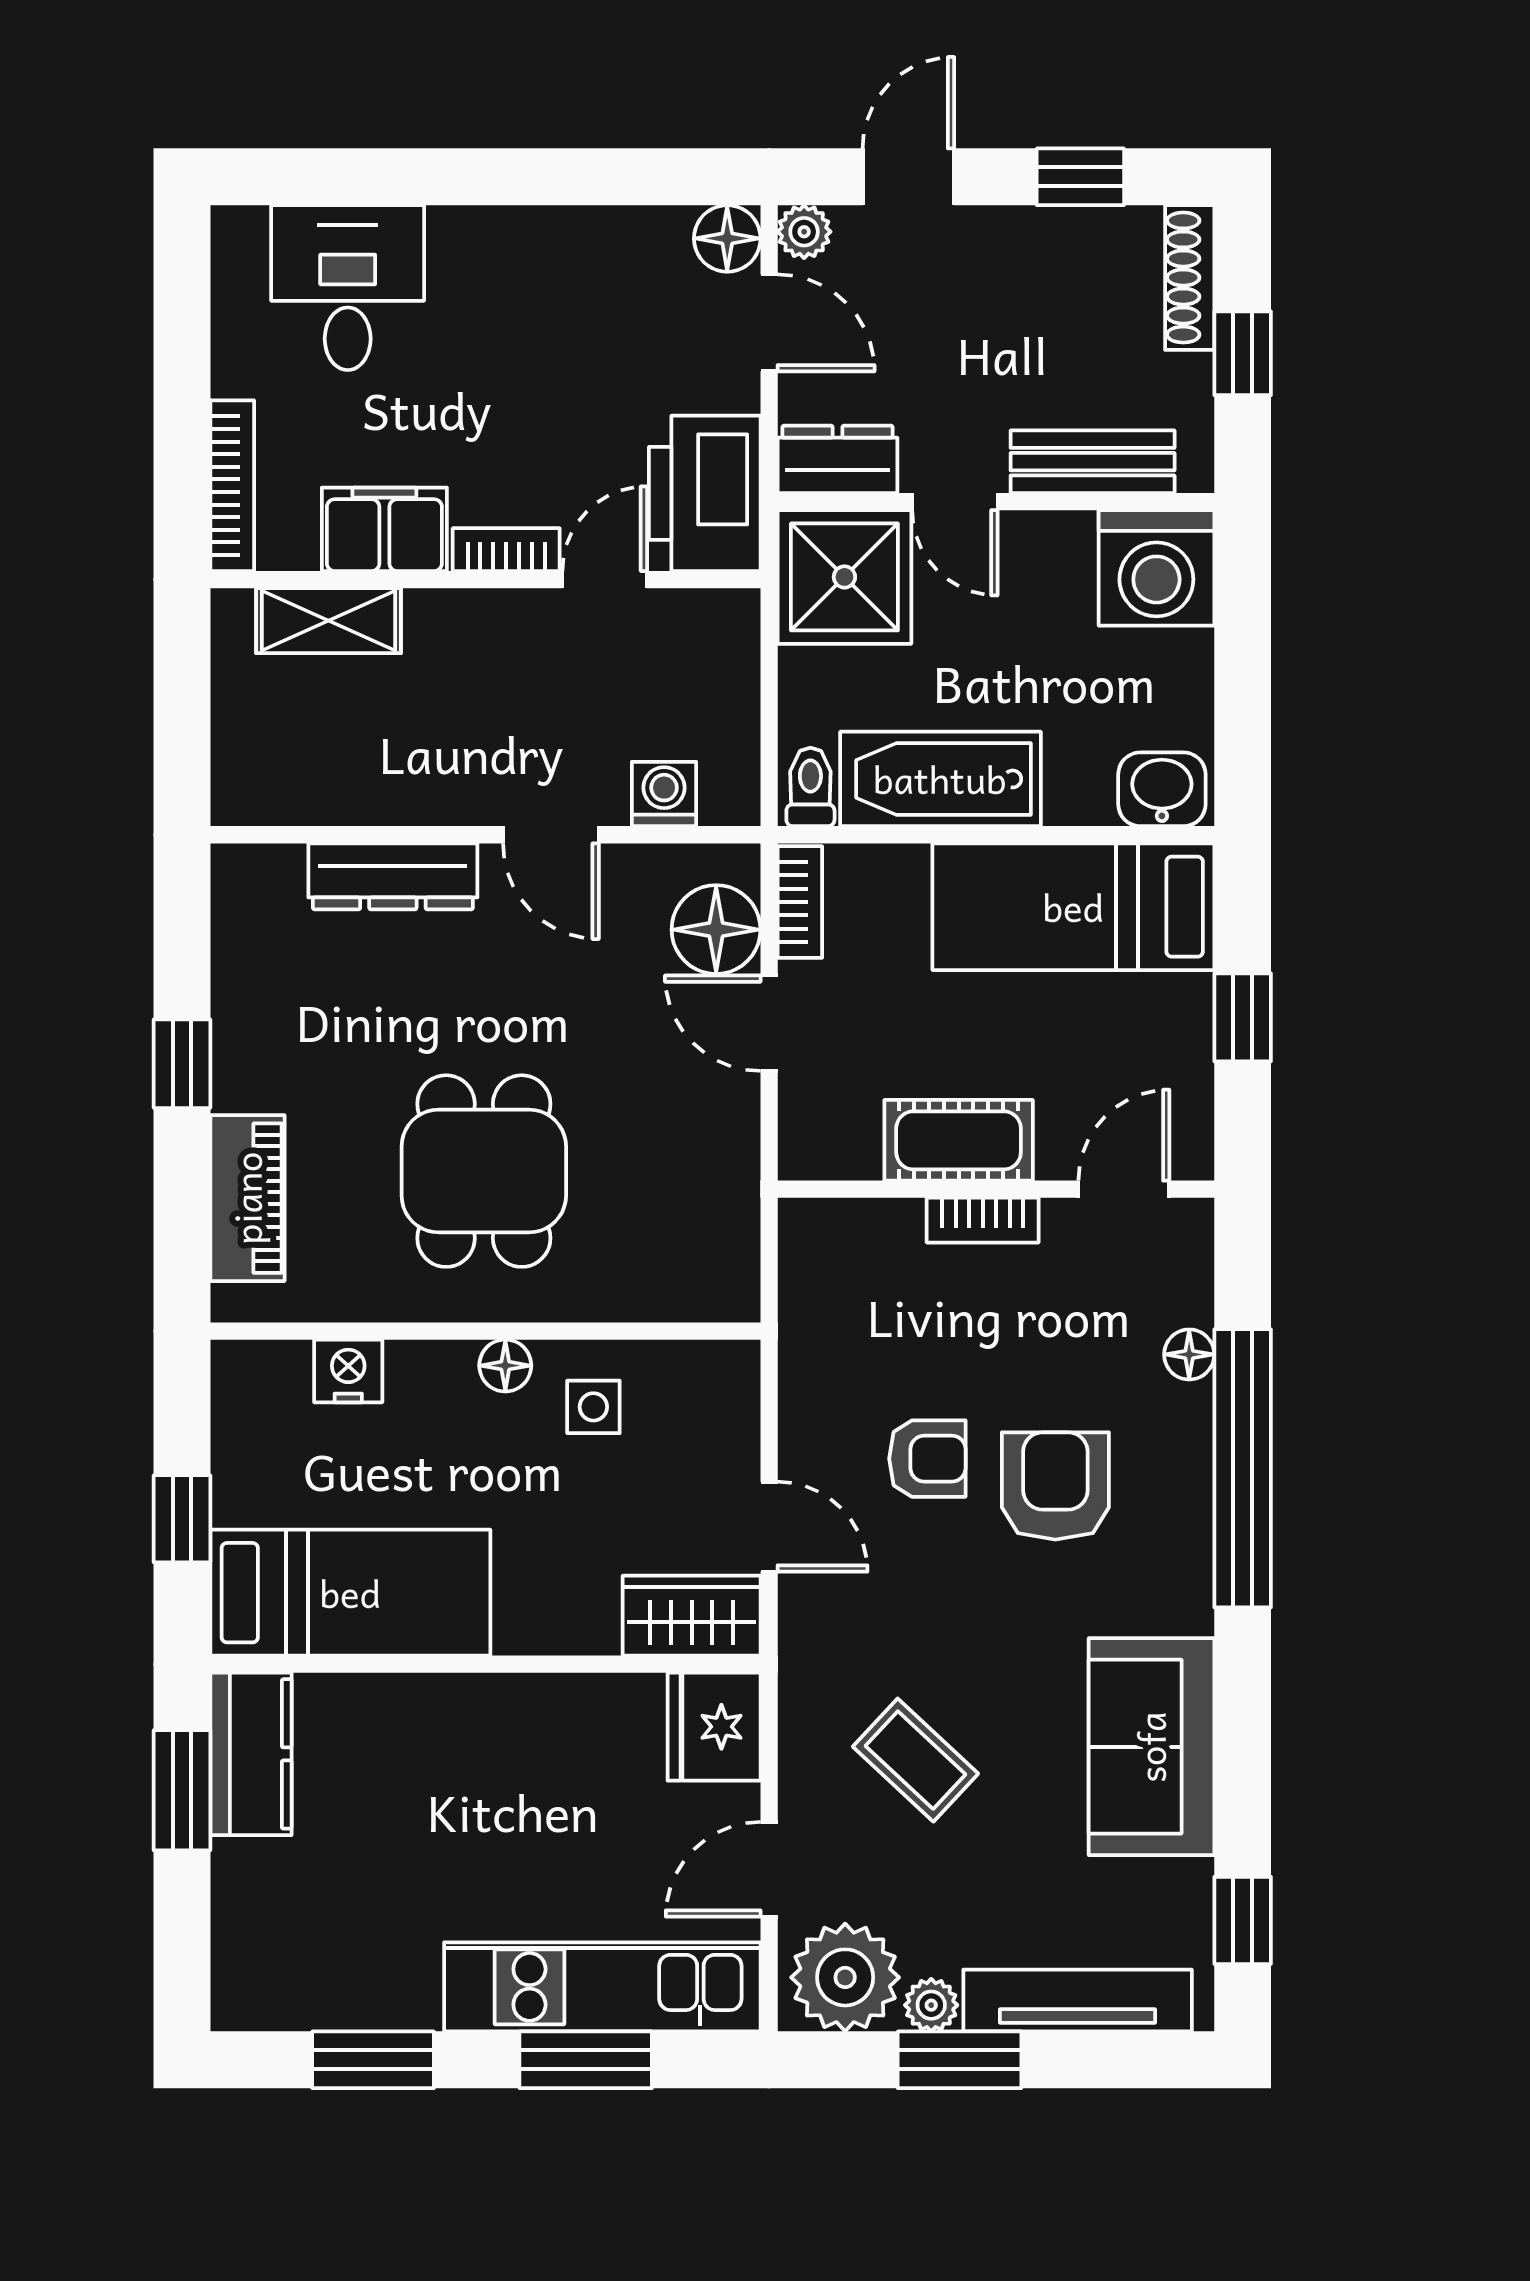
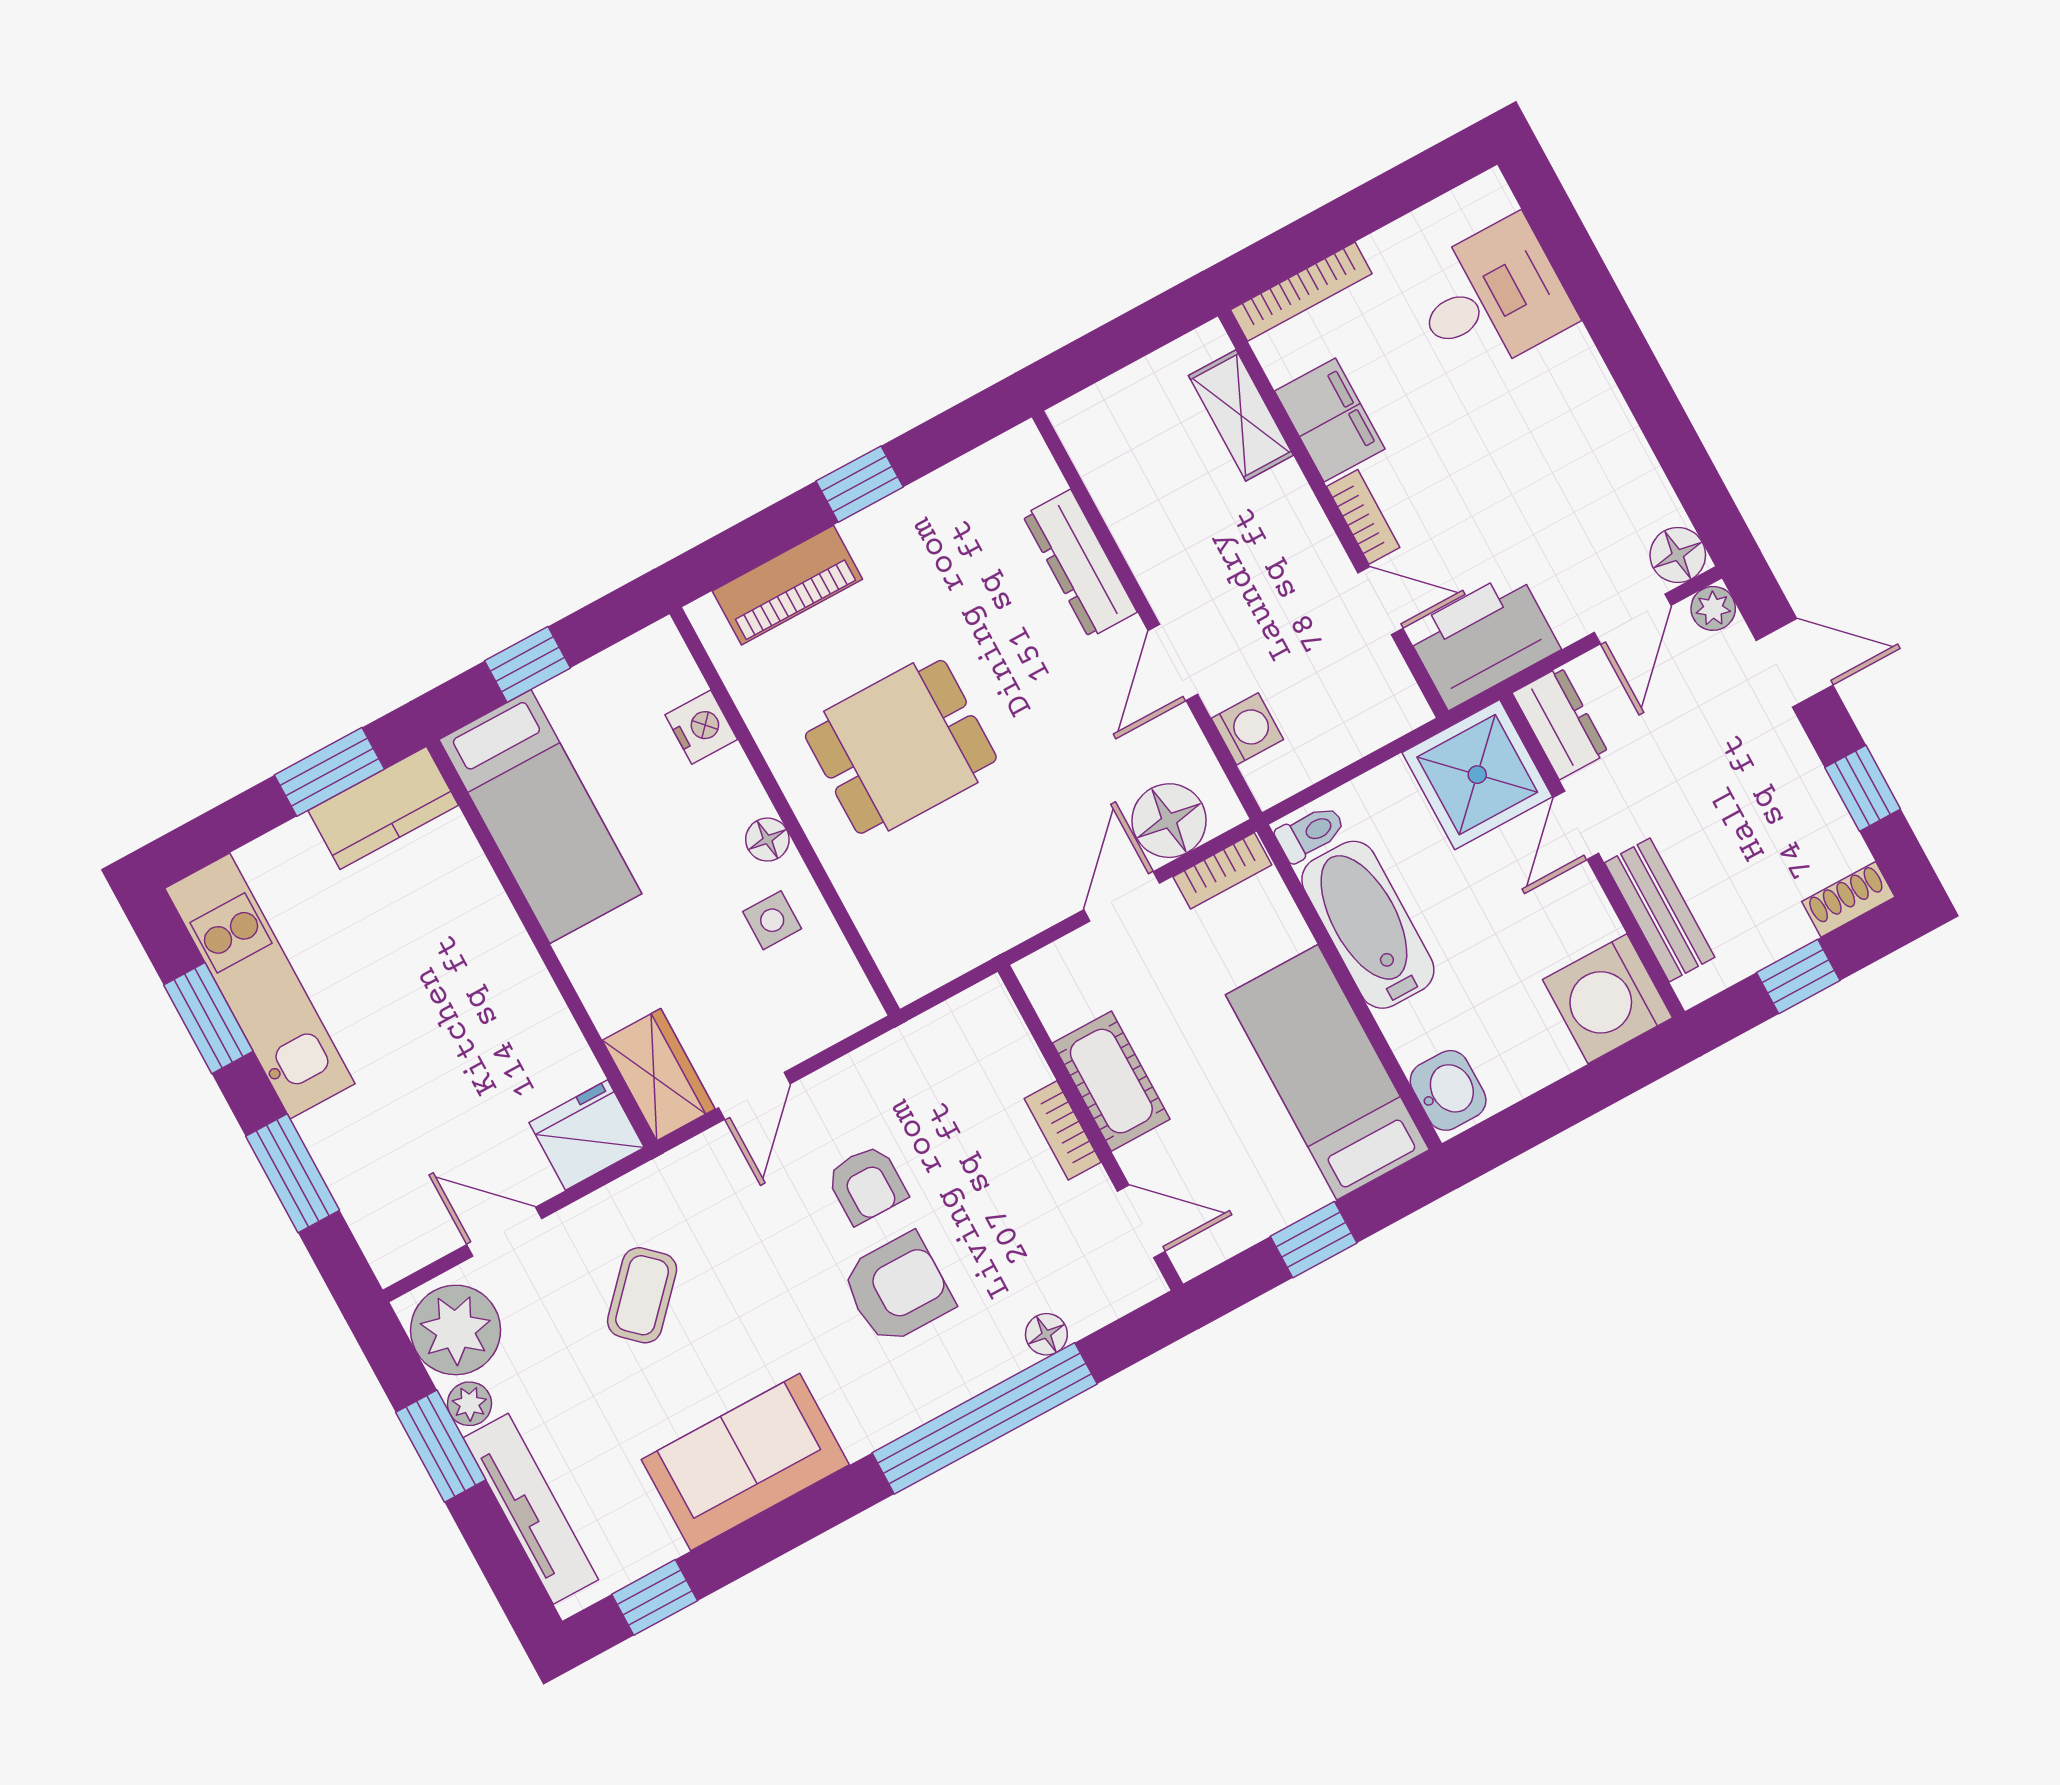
shoe rack: (1190, 278) -> (1848, 899), width x0.70
kitchen unit: (602, 1987) -> (260, 986), moved

